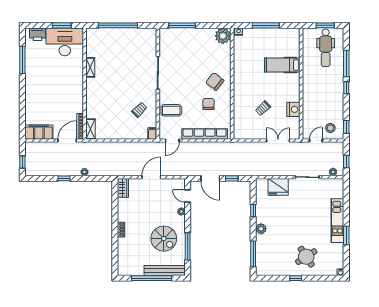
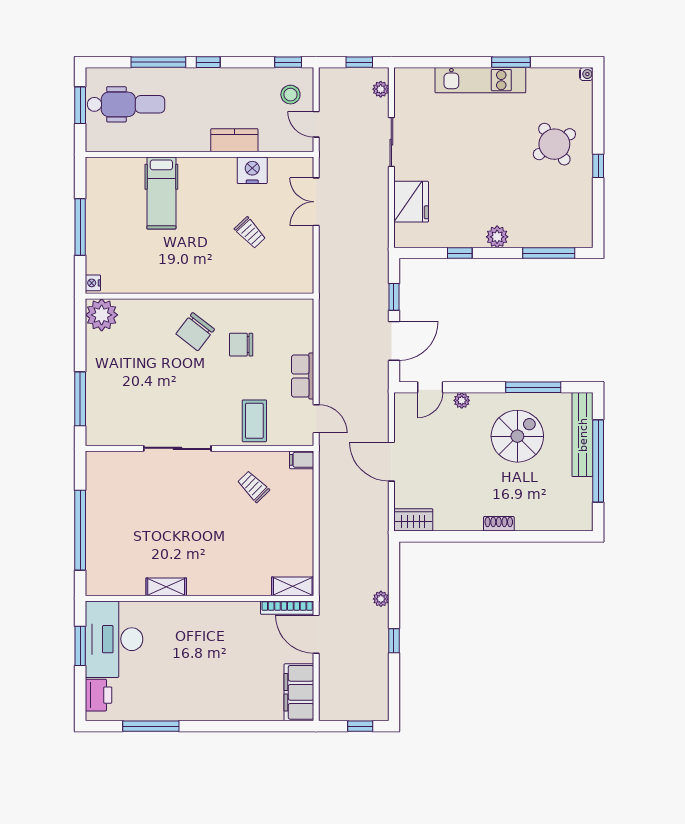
kitchen counter: (308, 101) -> (234, 140), added
row of seats: (205, 134) -> (303, 376), width x0.50

